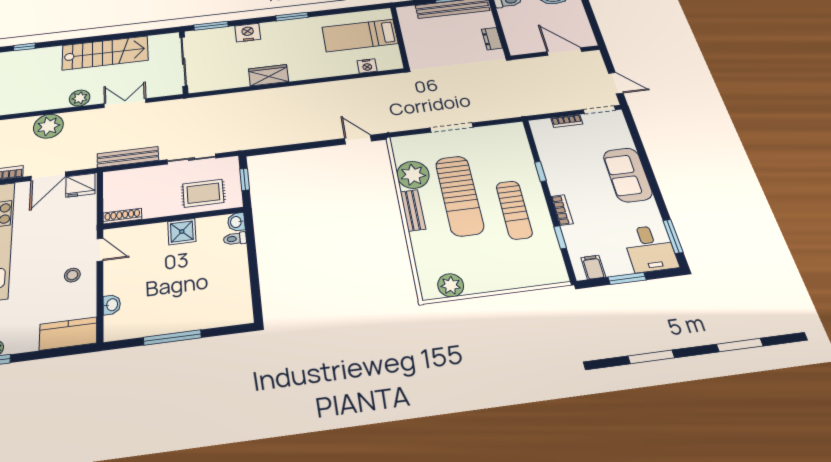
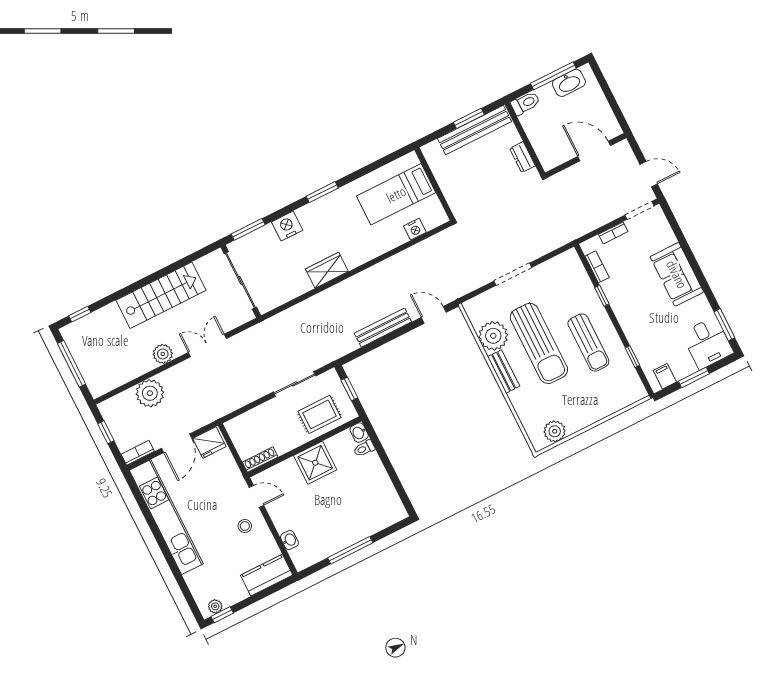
bench: (128, 157) -> (383, 328), moved
bookcase: (562, 210) -> (597, 267), moved
shower: (182, 232) -> (315, 463), width x1.36, depth x1.36

